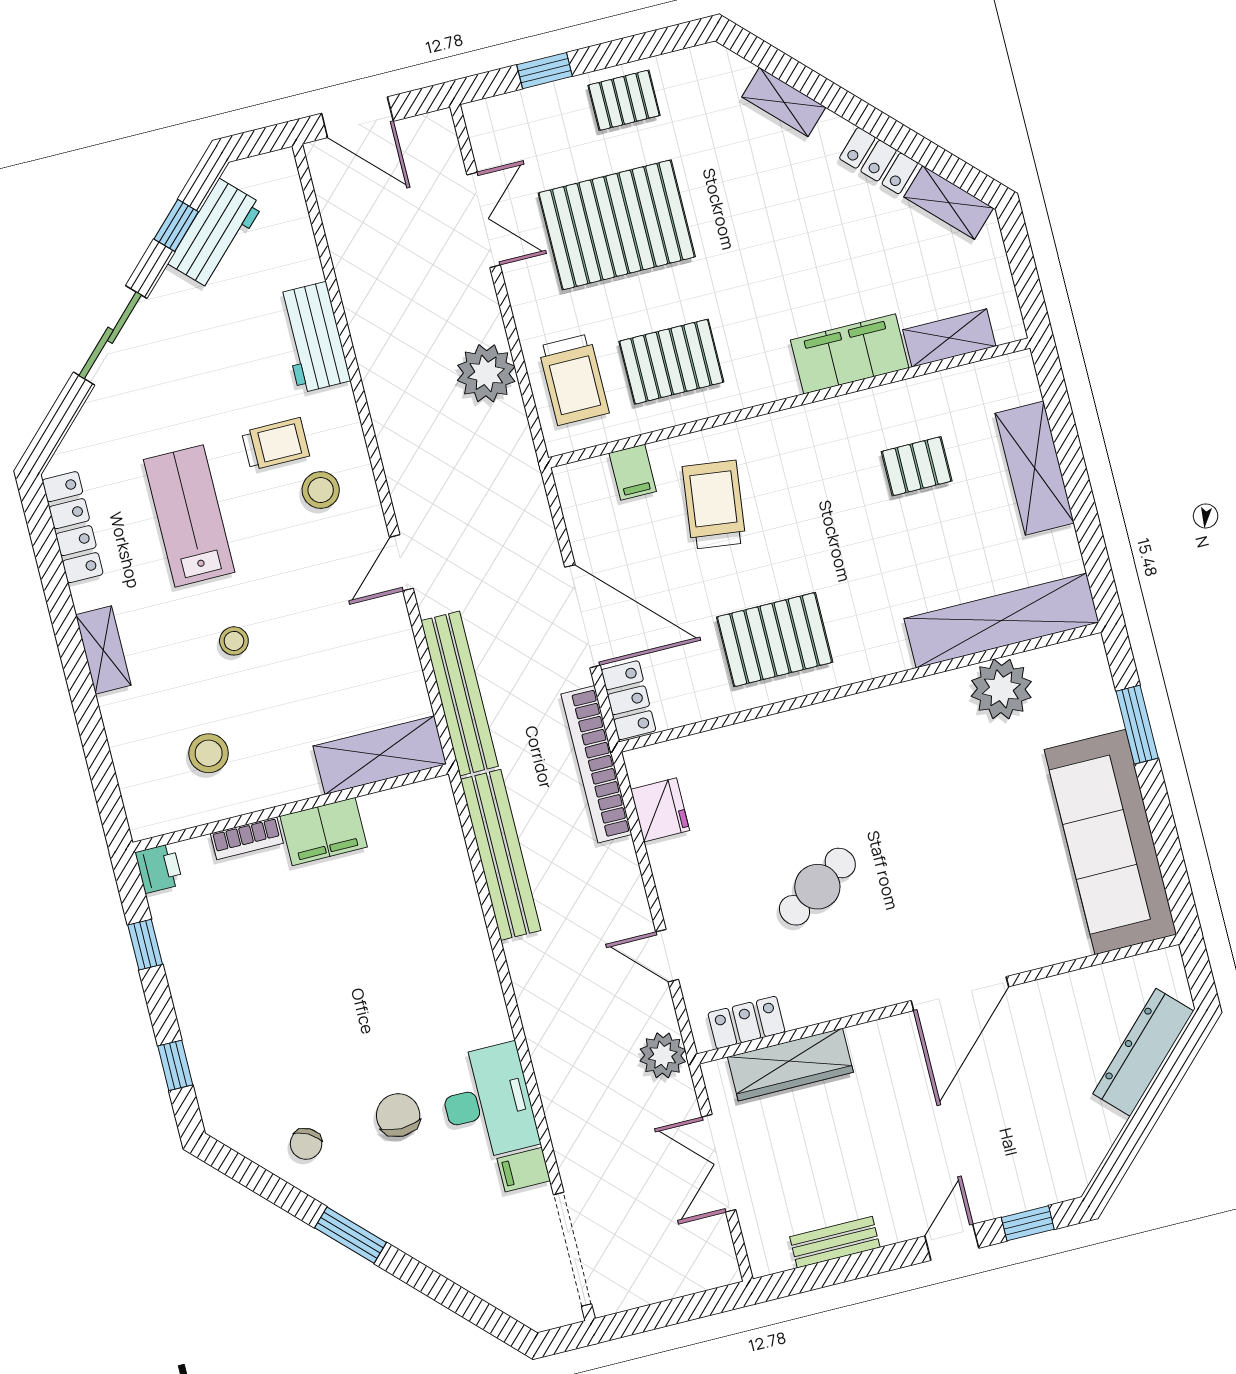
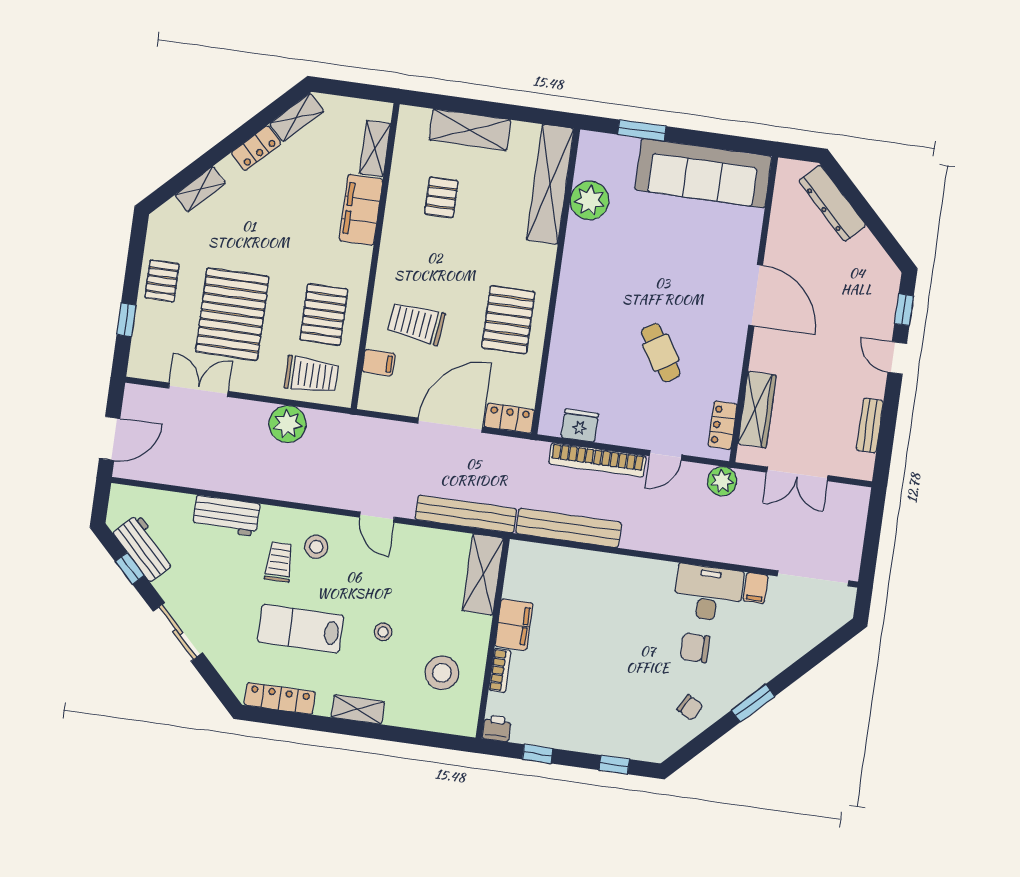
stool: (209, 753) -> (442, 673), width x1.38, depth x1.38
bookcase: (596, 764) -> (597, 460), moved

